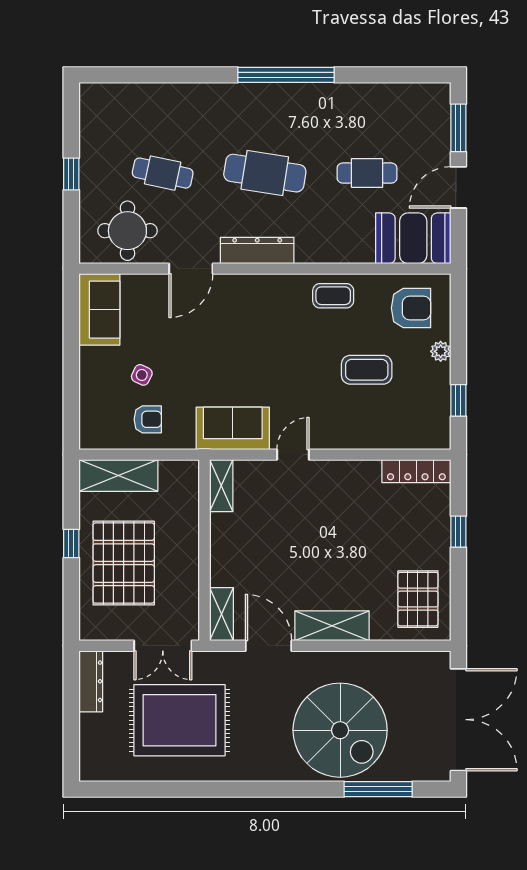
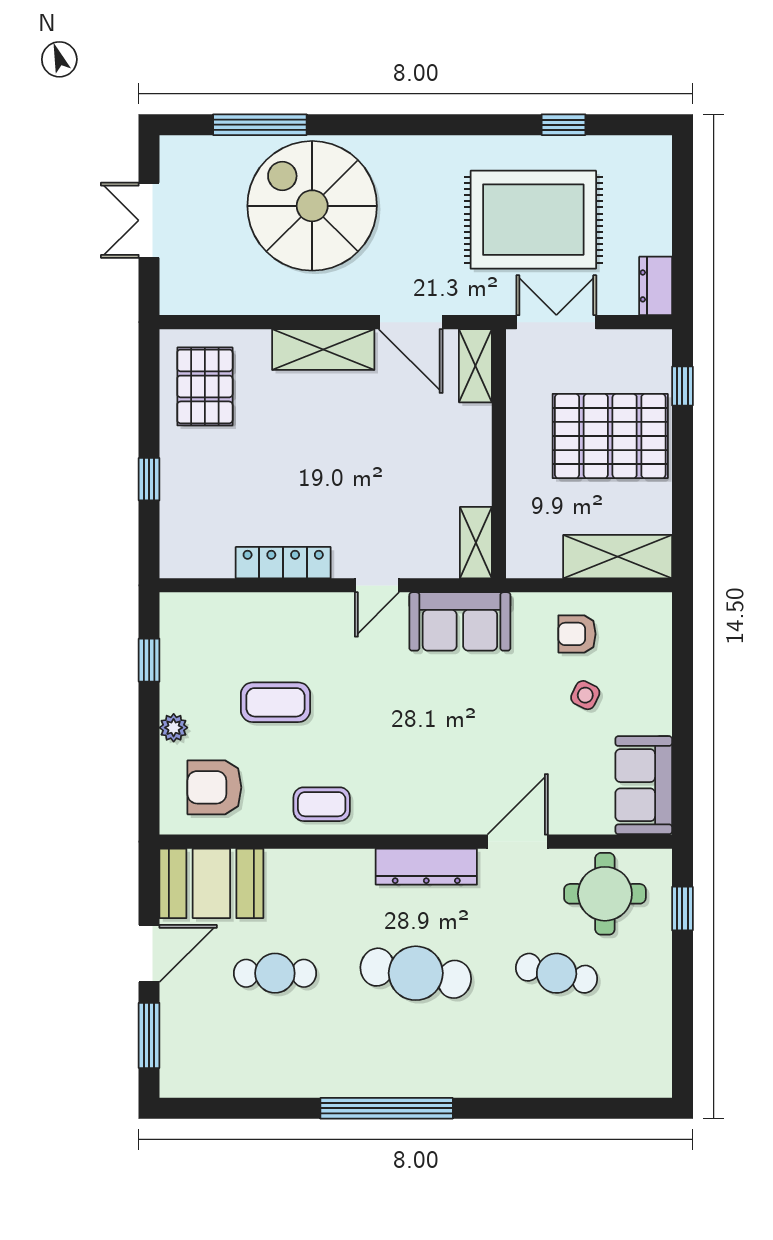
window: (71, 174) -> (682, 909), moved
locker: (416, 471) -> (283, 563), moved
window: (71, 543) -> (682, 386), moved
pallet: (124, 563) -> (610, 436), turned 90
dresser: (91, 681) -> (656, 286), width x0.70
double door: (458, 720) -> (149, 220), width x0.54
window: (158, 789) -> (563, 125), added

